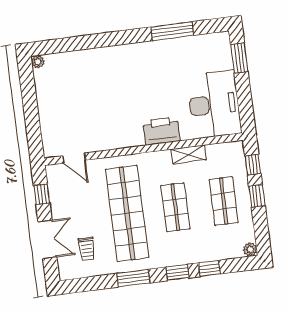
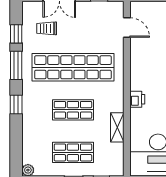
printer: (161, 131) -> (137, 99), width x0.53, depth x0.68
door: (74, 158) -> (127, 27), swing flipped
window: (209, 268) -> (16, 34), moved

